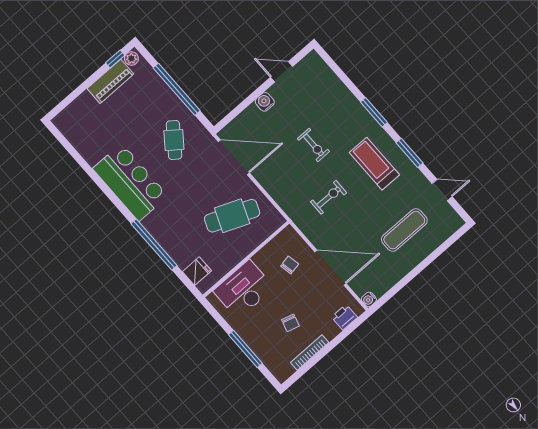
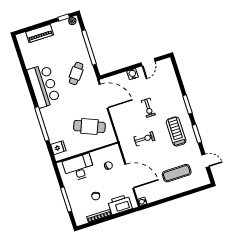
door: (281, 72) -> (148, 62), swing flipped
piano: (110, 81) -> (40, 33), moved
printer: (344, 317) -> (120, 205), width x1.87, depth x1.48

